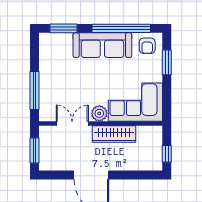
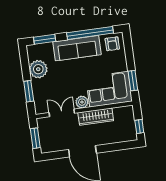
window: (167, 62) -> (133, 81), moved
plant: (50, 65) -> (38, 69), added
window: (35, 91) -> (29, 91), width x0.69

